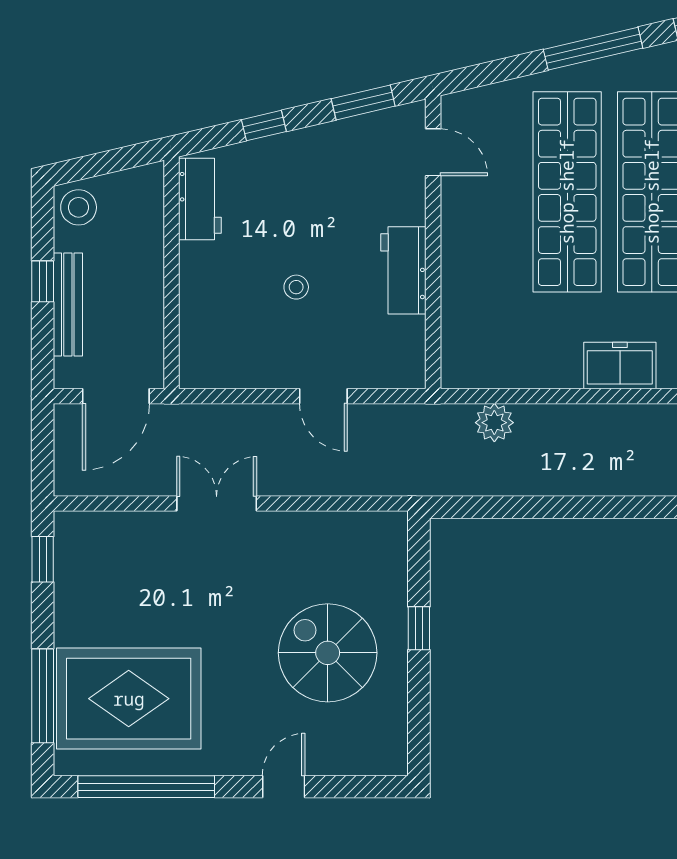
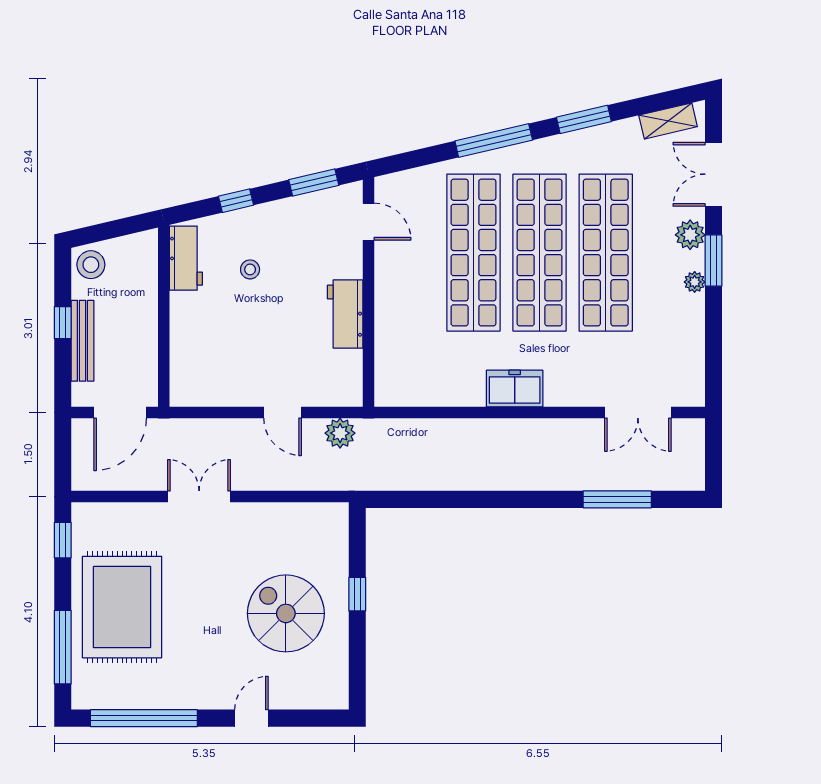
stool: (296, 287) -> (250, 269), moved
plant: (494, 423) -> (340, 433), moved
rug: (129, 699) -> (122, 607), moved, turned 90

